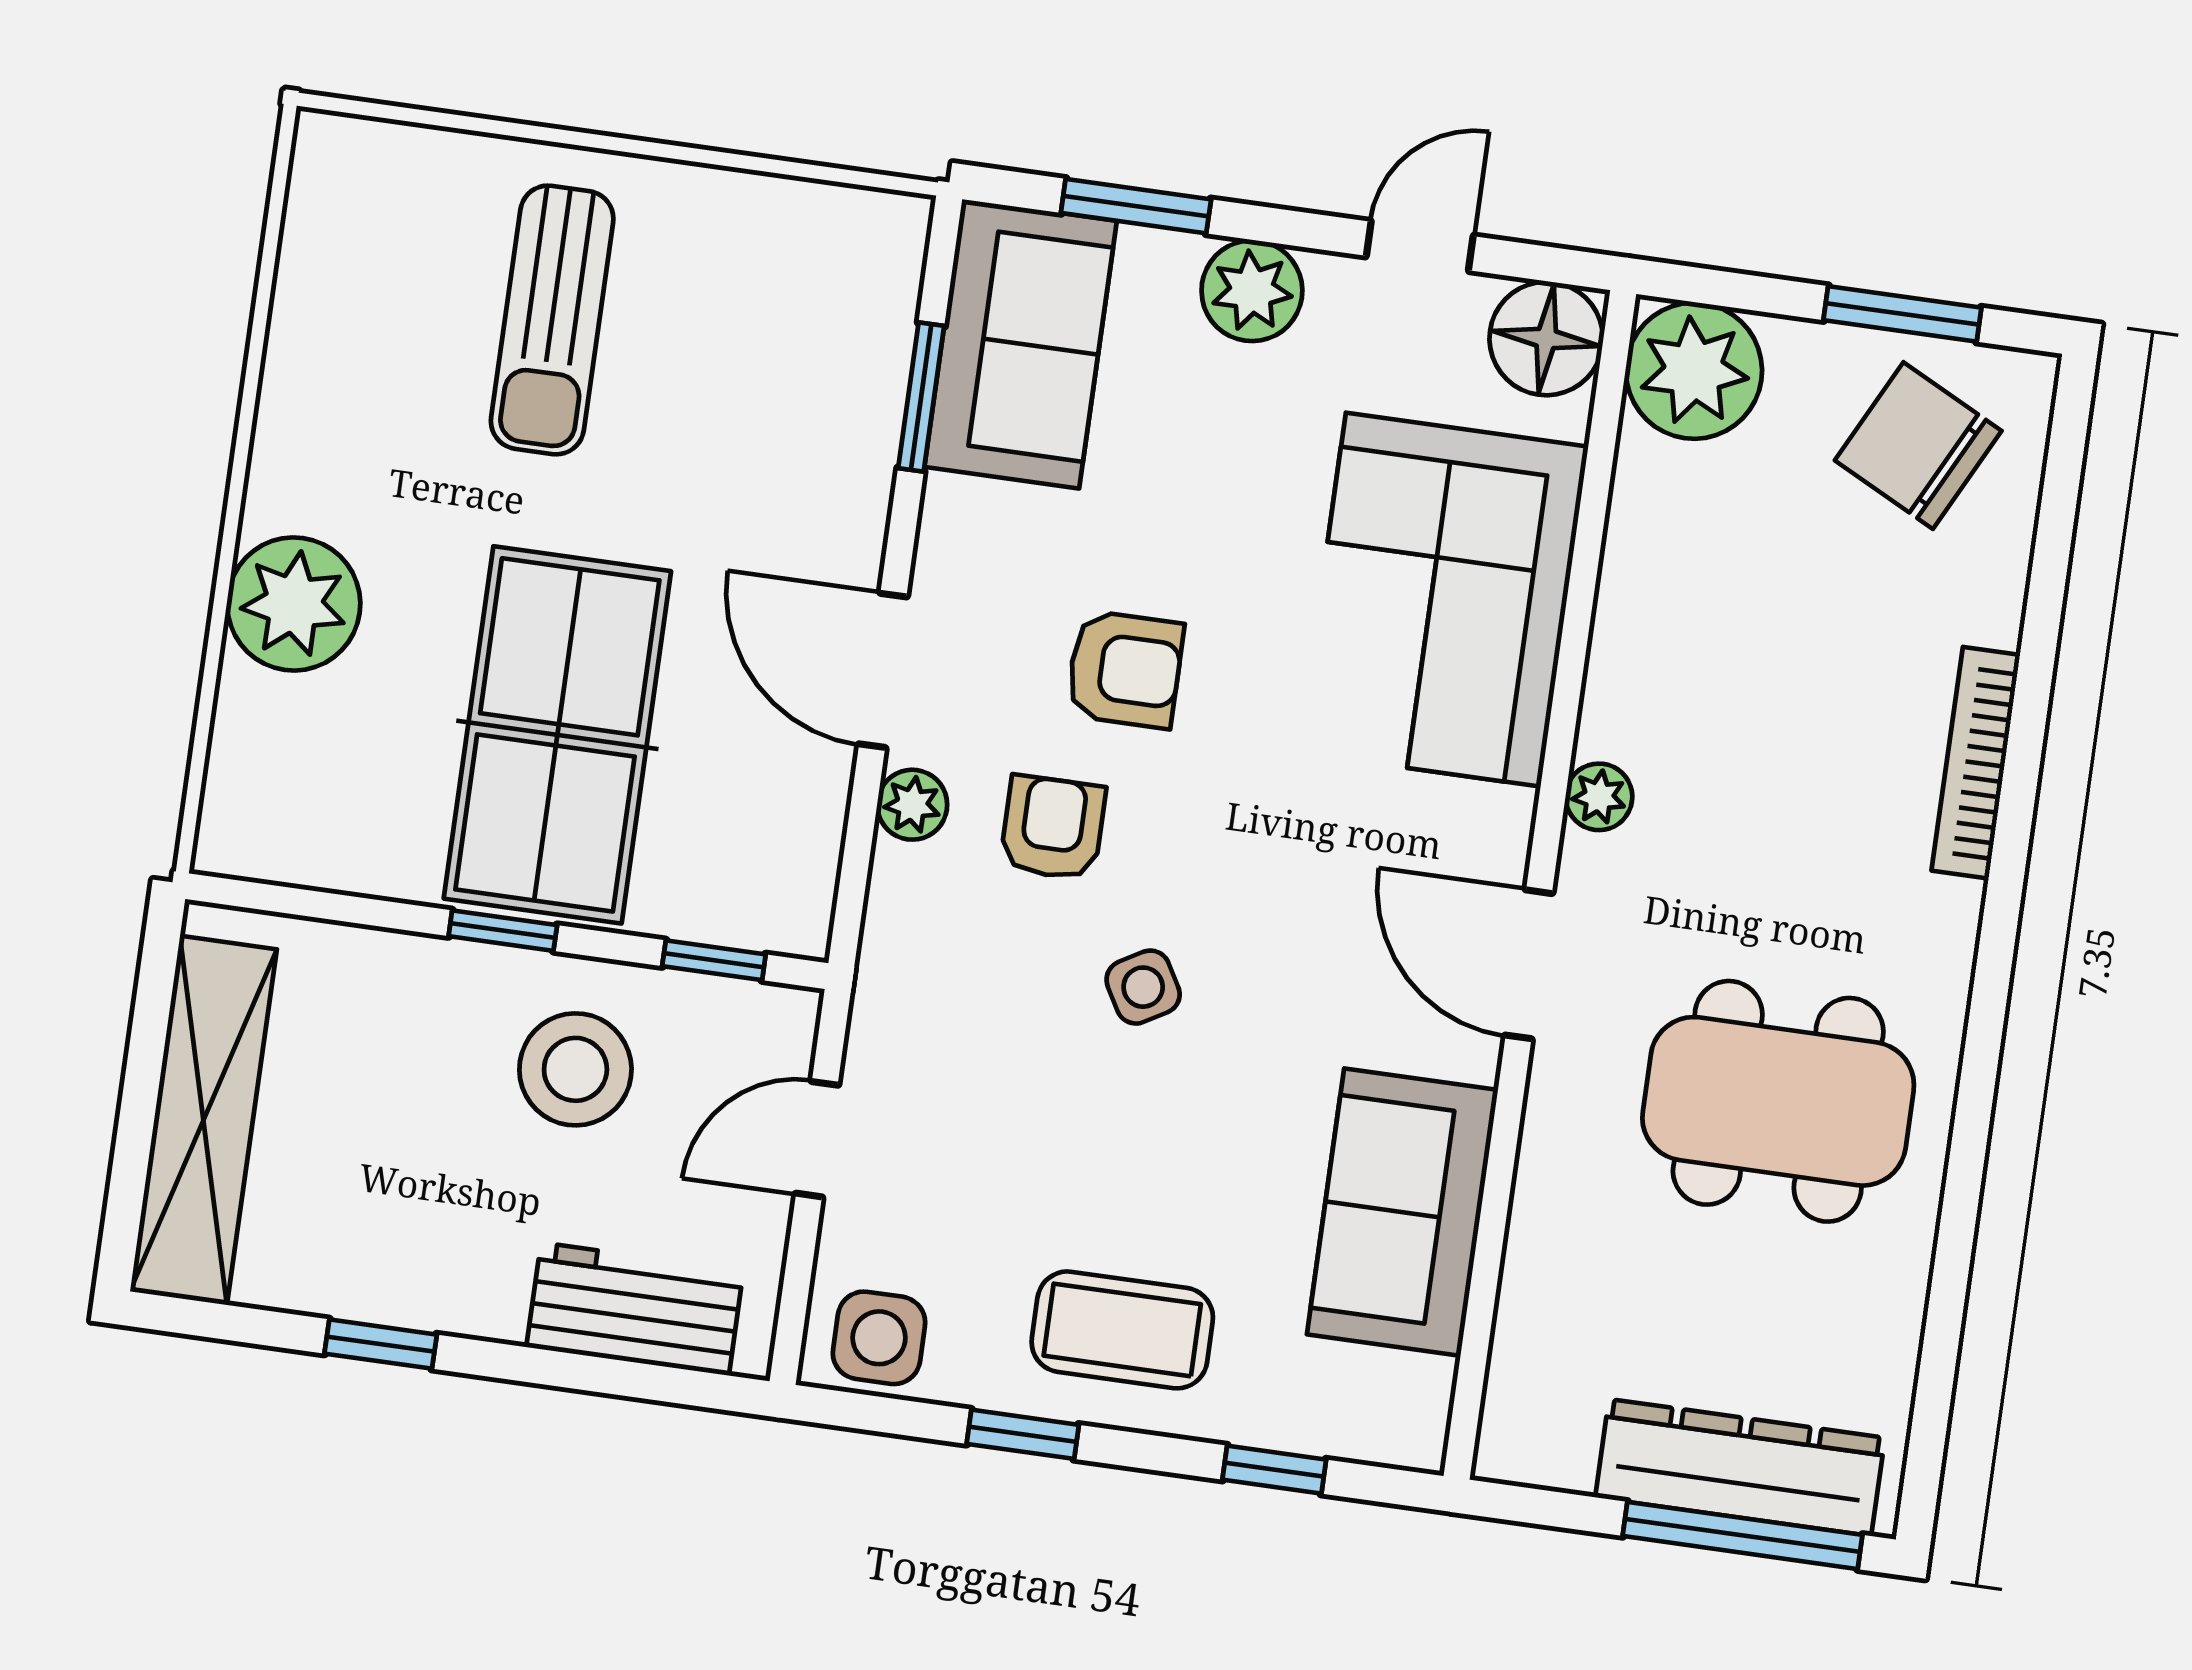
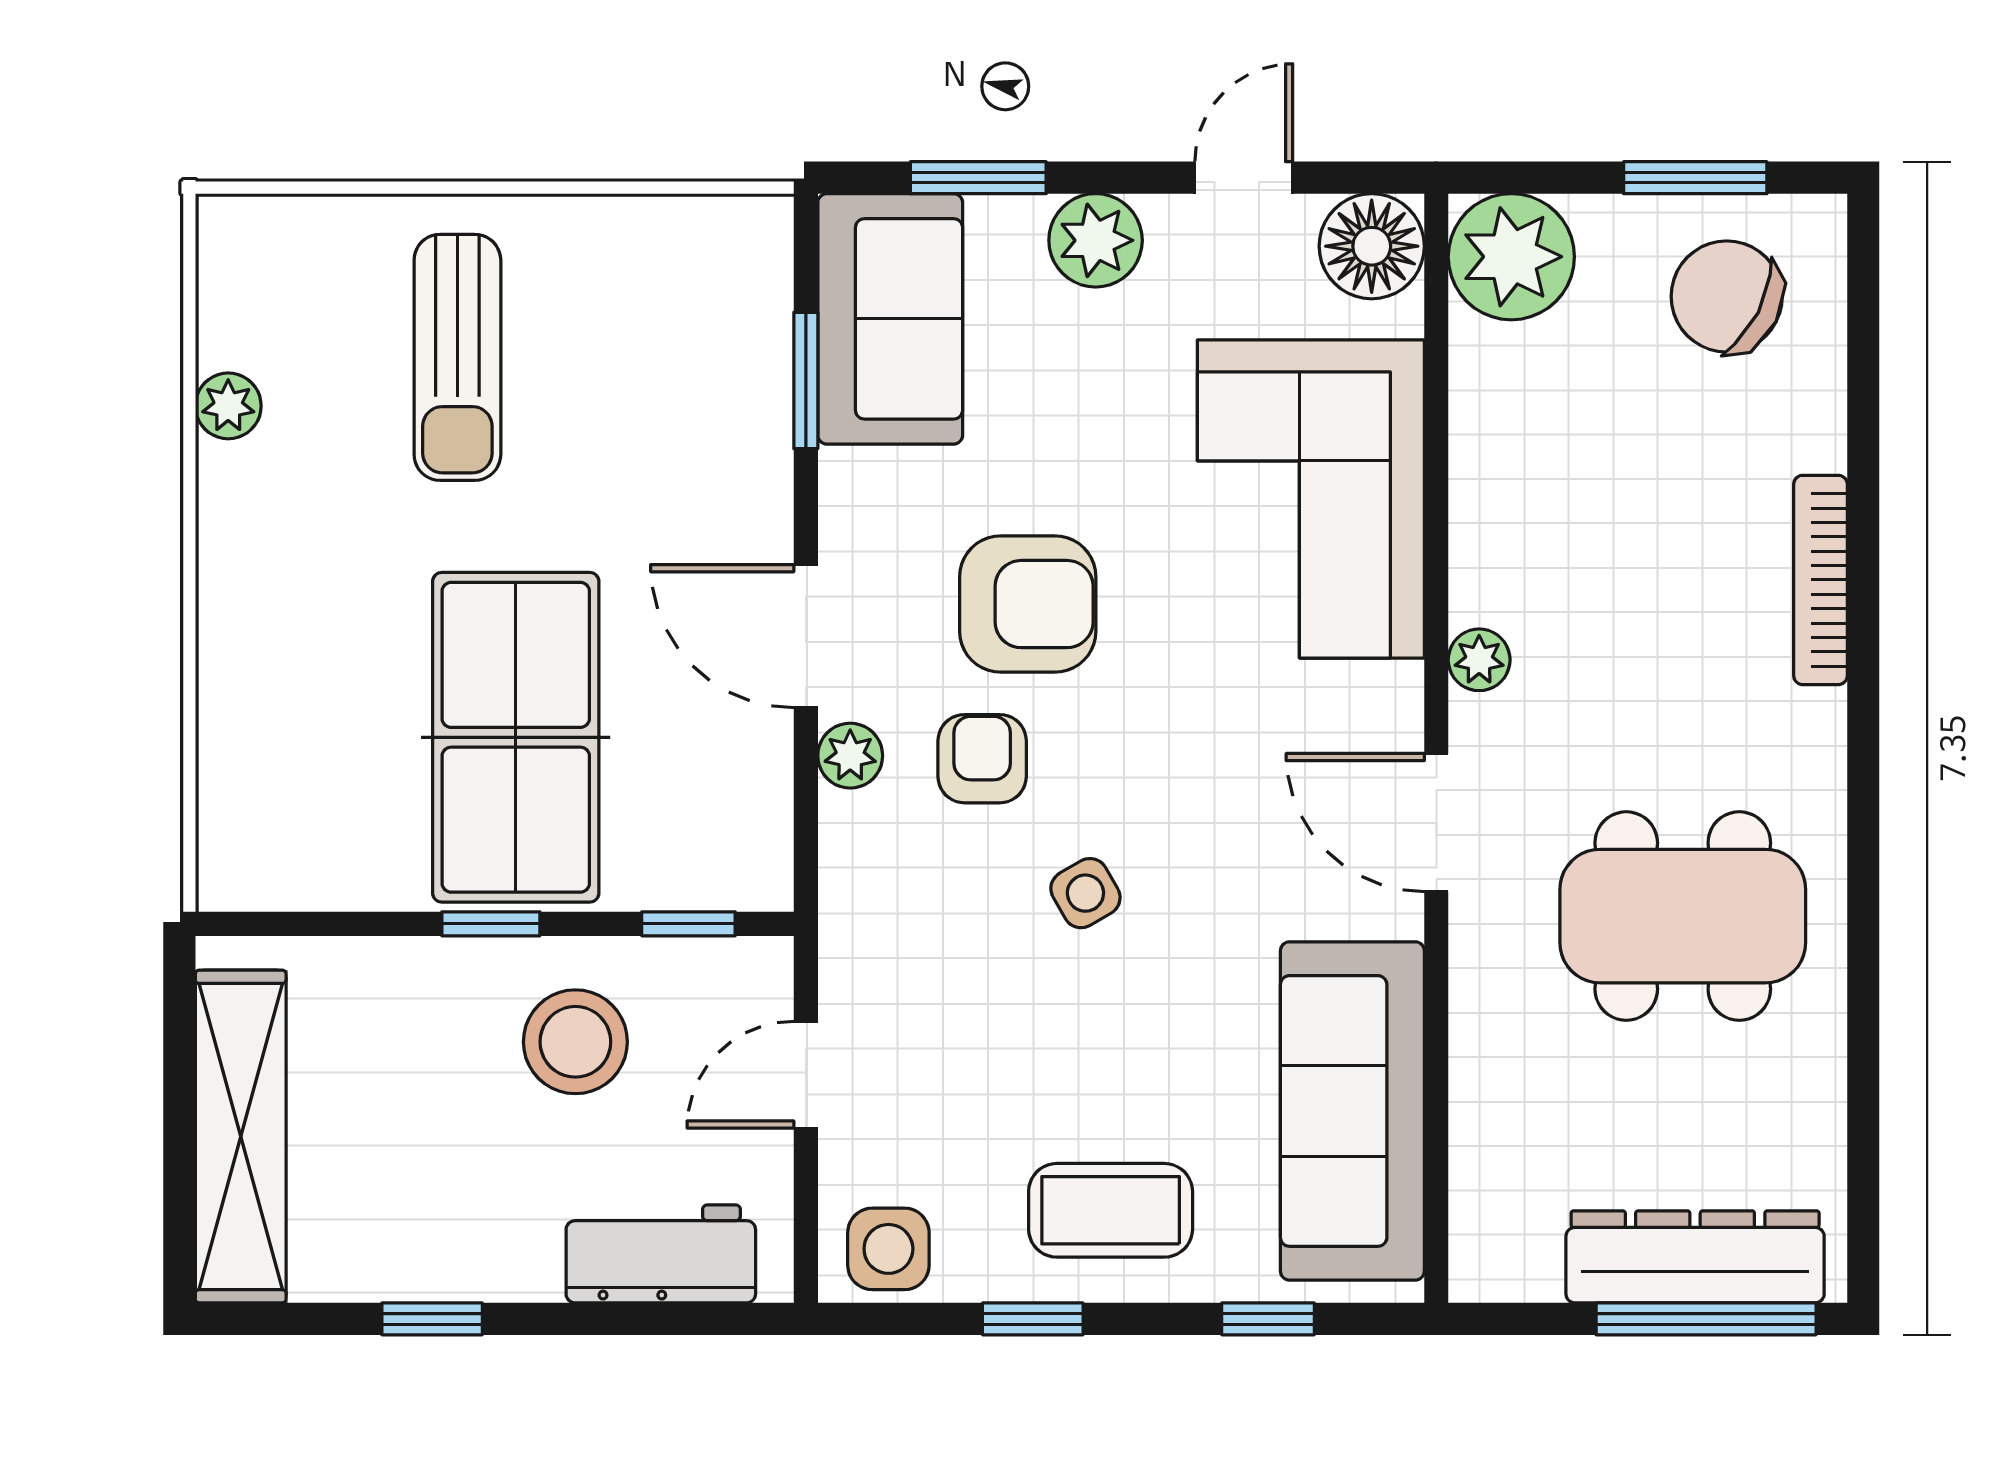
plant: (294, 604) -> (228, 406), moved, width x0.53, depth x0.53
armchair: (1125, 669) -> (1028, 604), width x1.38, depth x1.38
sofa: (1402, 1212) -> (1352, 1111), width x1.36

